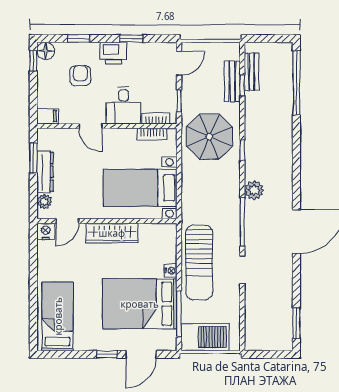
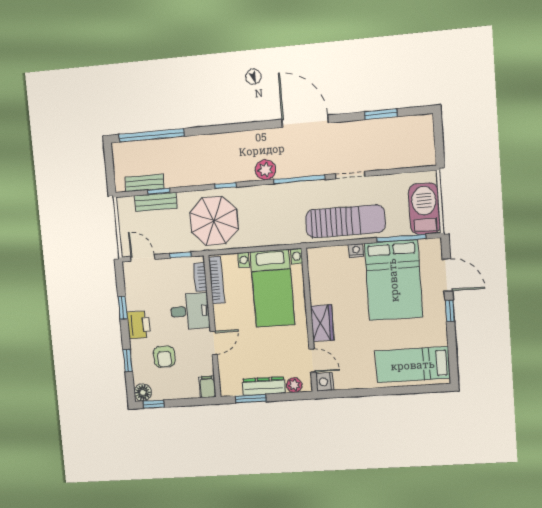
armchair: (80, 76) -> (164, 357), turned -90
bookcase: (152, 134) -> (216, 280), width x1.56
wardrobe: (112, 233) -> (322, 323), width x0.67
window: (296, 323) -> (381, 114), moved

